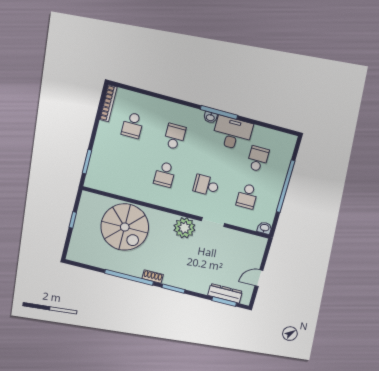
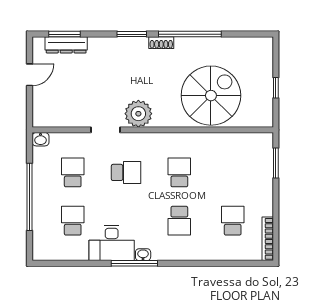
school desk: (258, 159) -> (73, 221), turned 180
spiral stairs: (125, 227) -> (211, 96), turned 90

